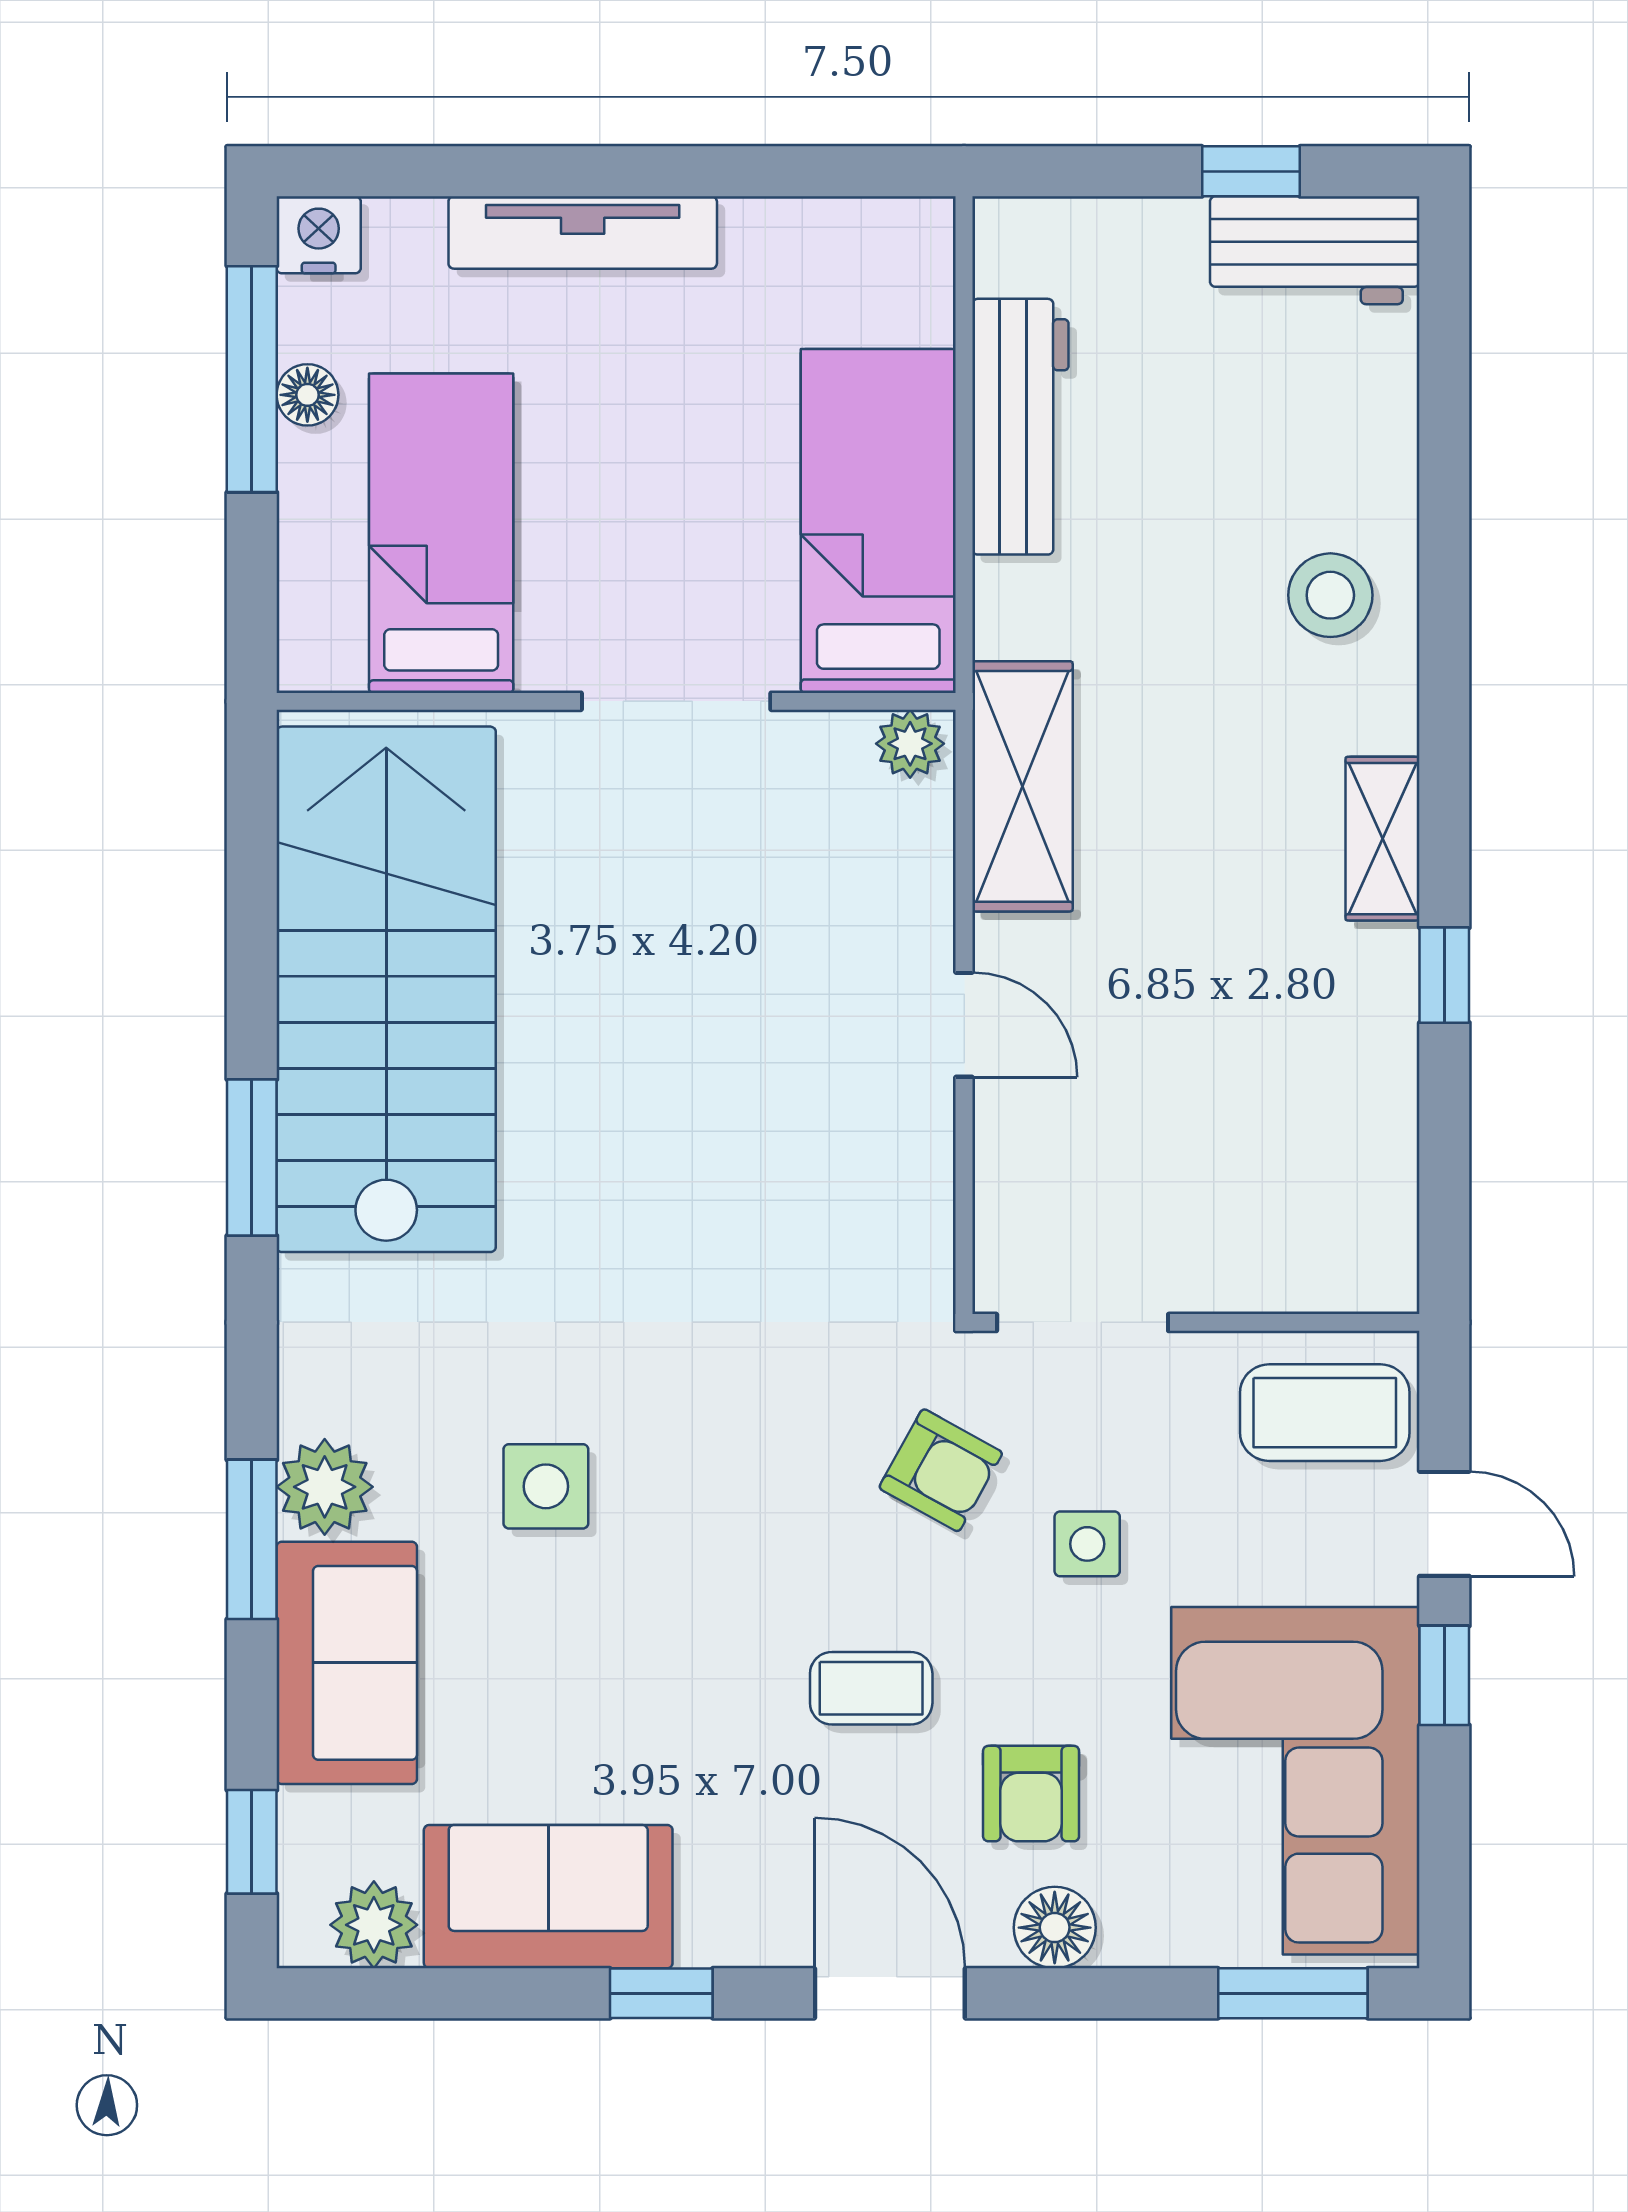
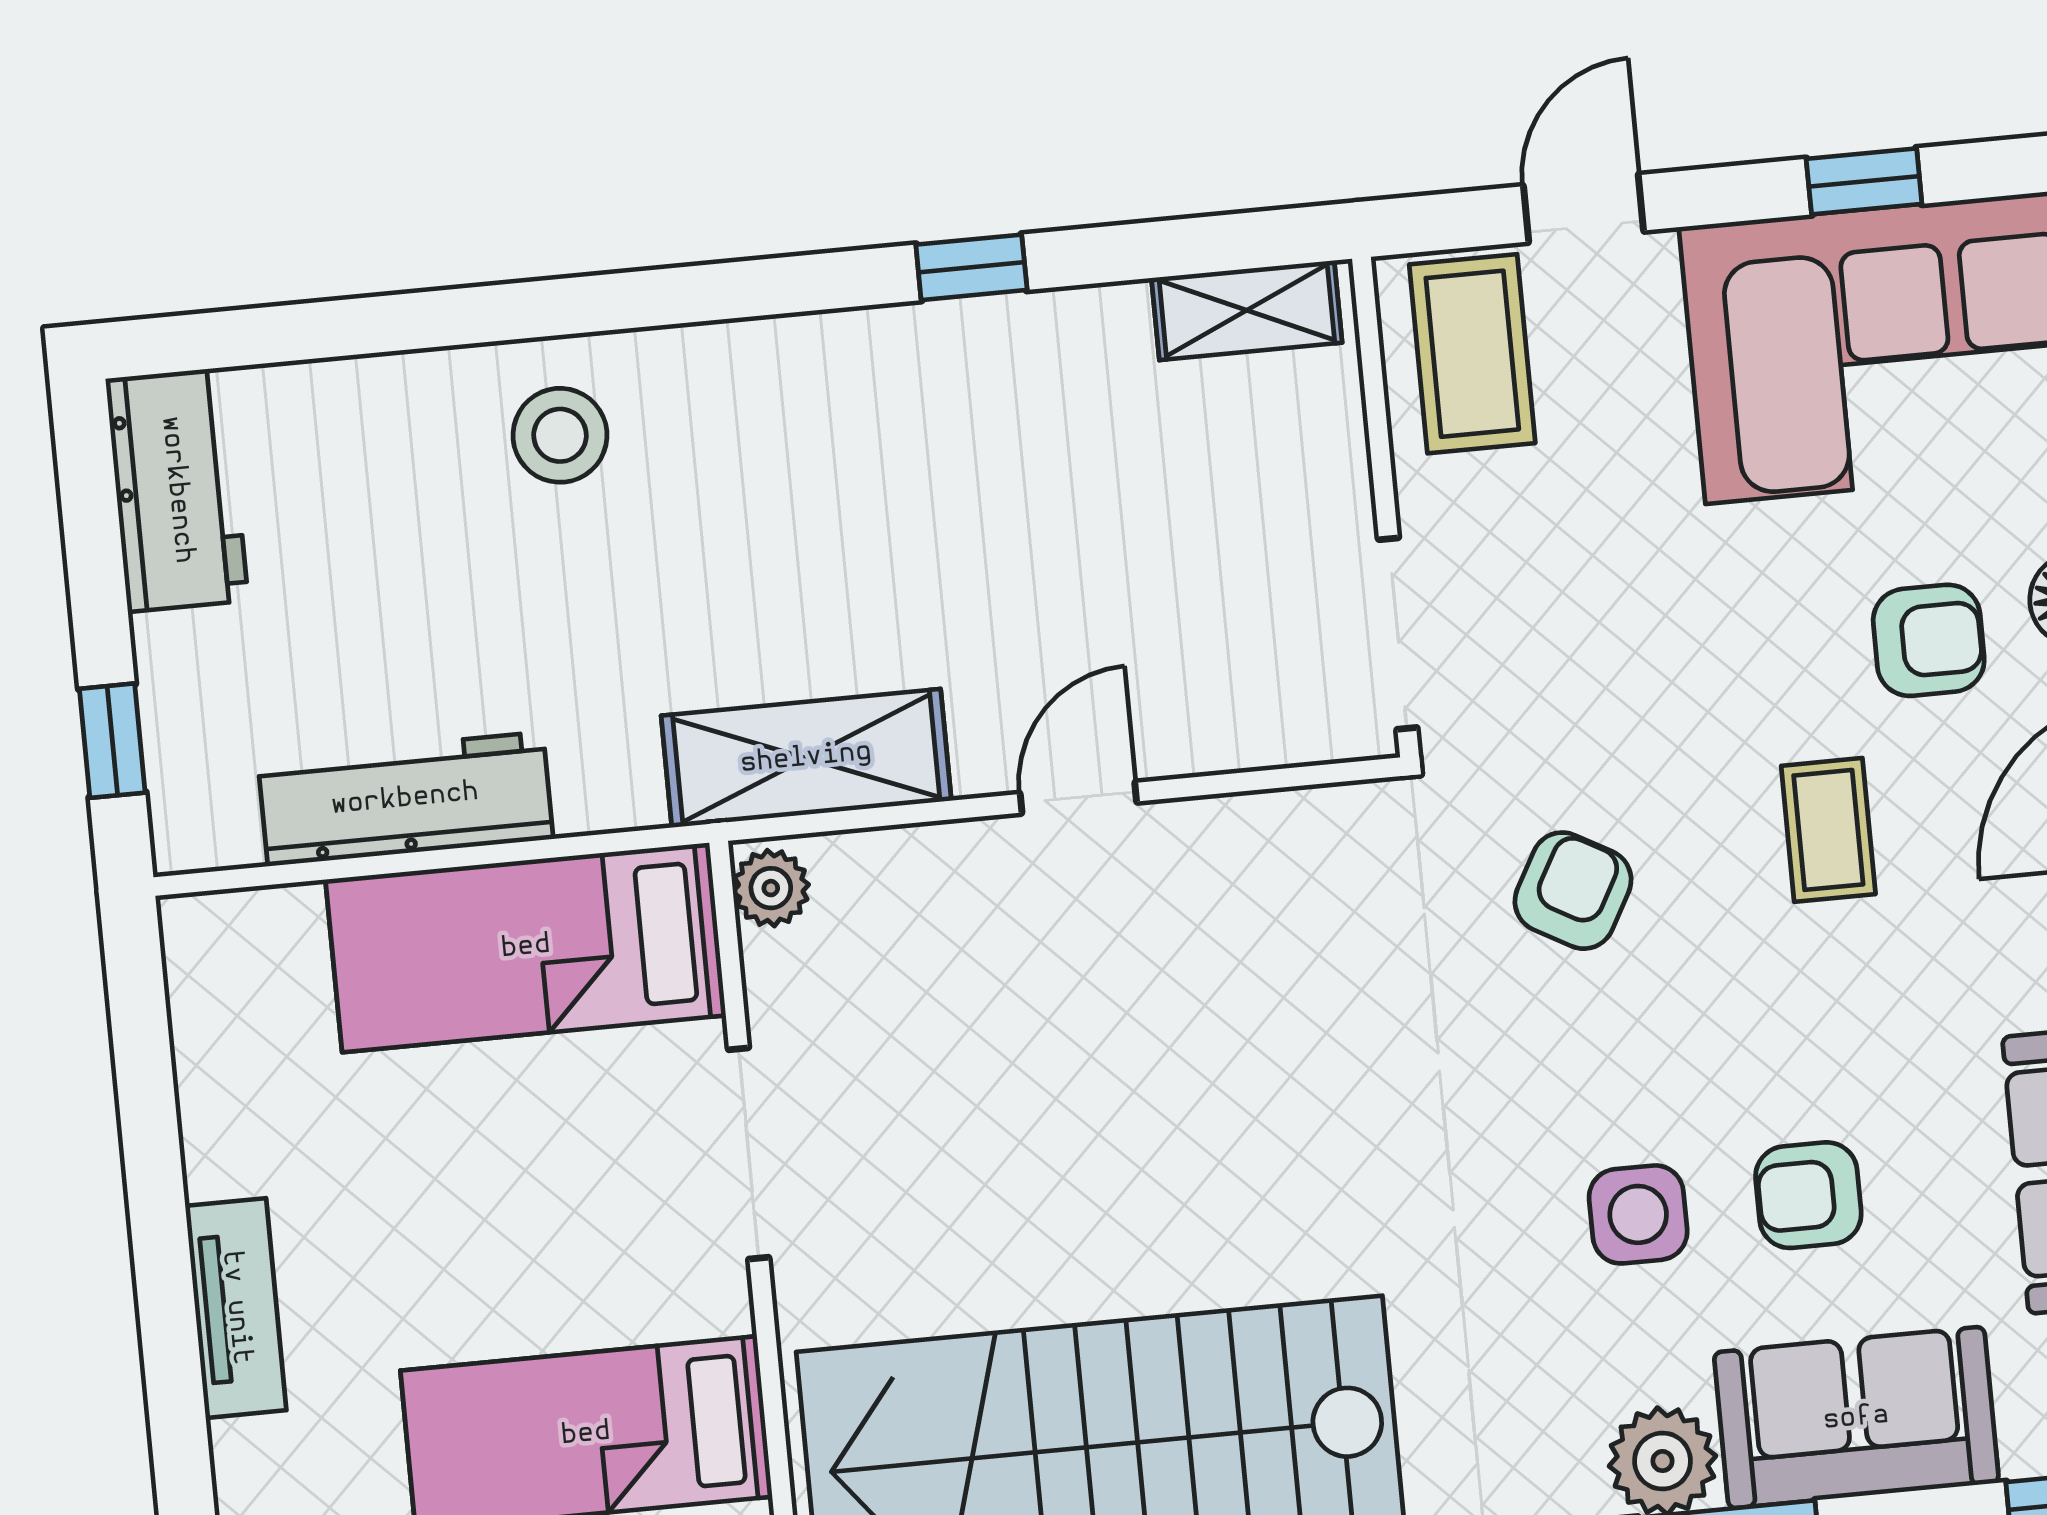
window: (1251, 171) -> (112, 741), moved
tv unit: (583, 232) -> (236, 1308), width x0.71
shelving: (1383, 839) -> (1247, 310), moved
armchair: (941, 1470) -> (1573, 891), moved
side table: (1087, 1544) -> (1644, 605), removed
armchair: (548, 1639) -> (1808, 1195), added
window: (1444, 1675) -> (1864, 181), moved

